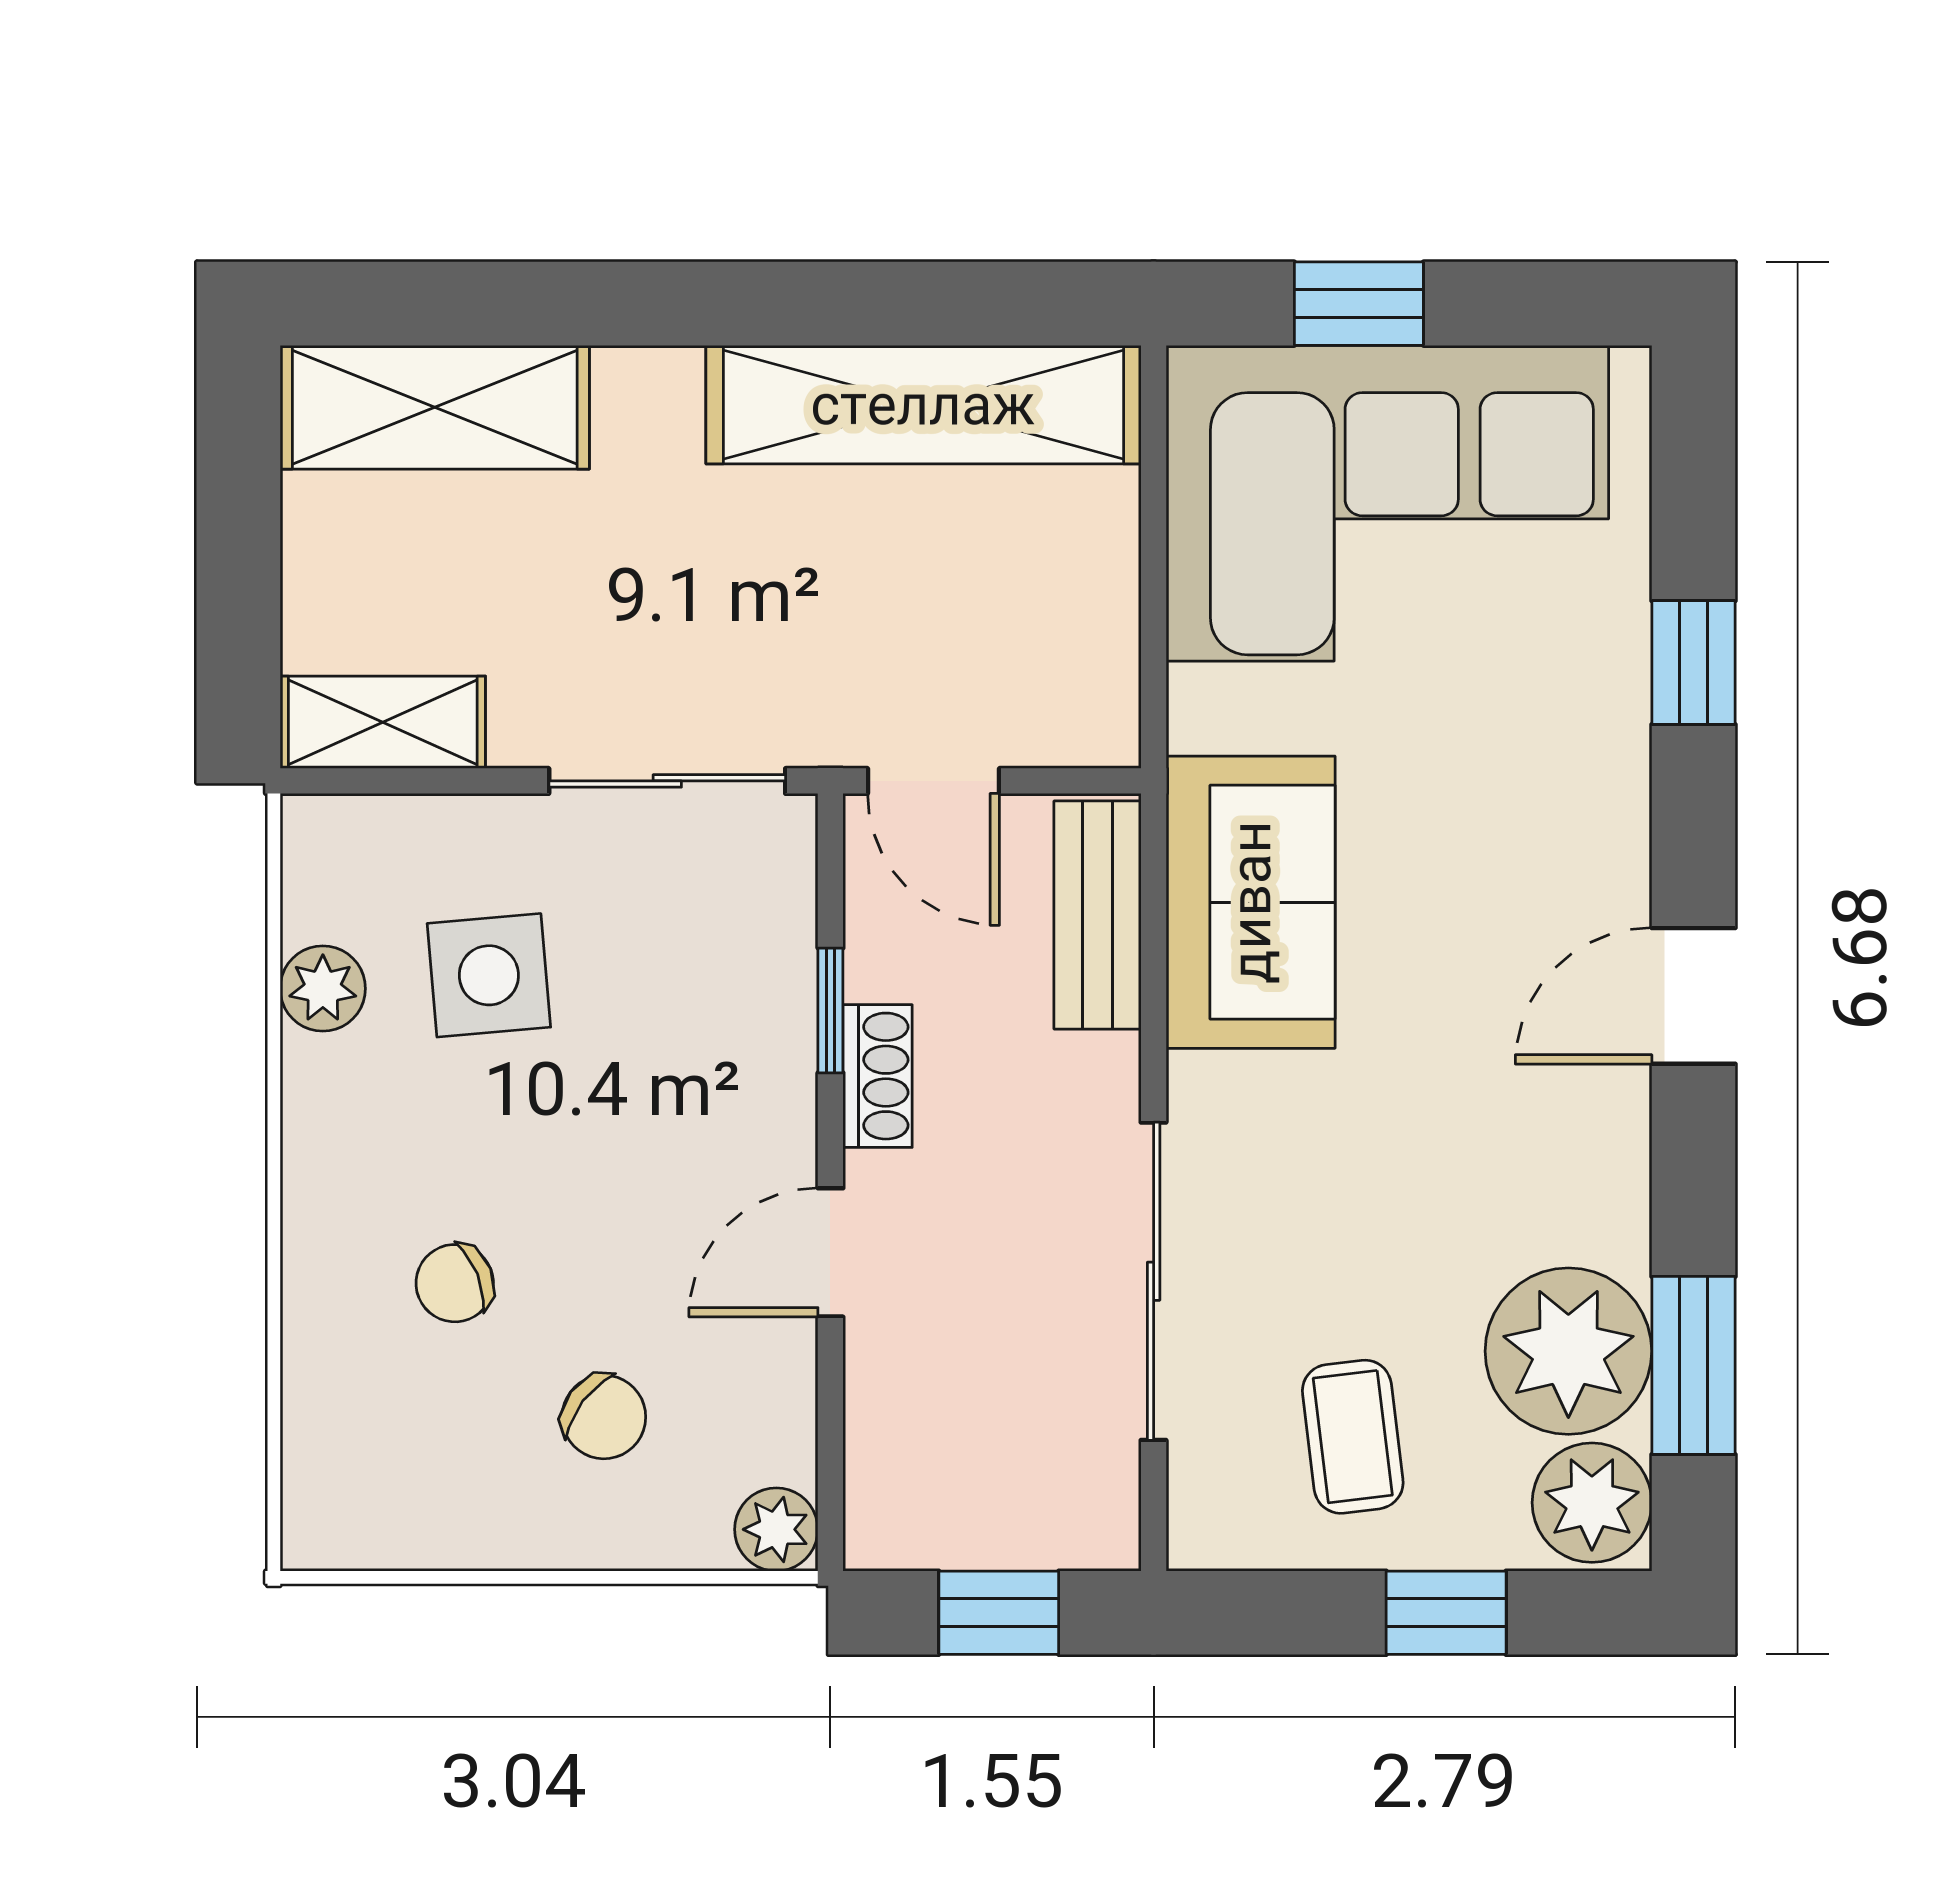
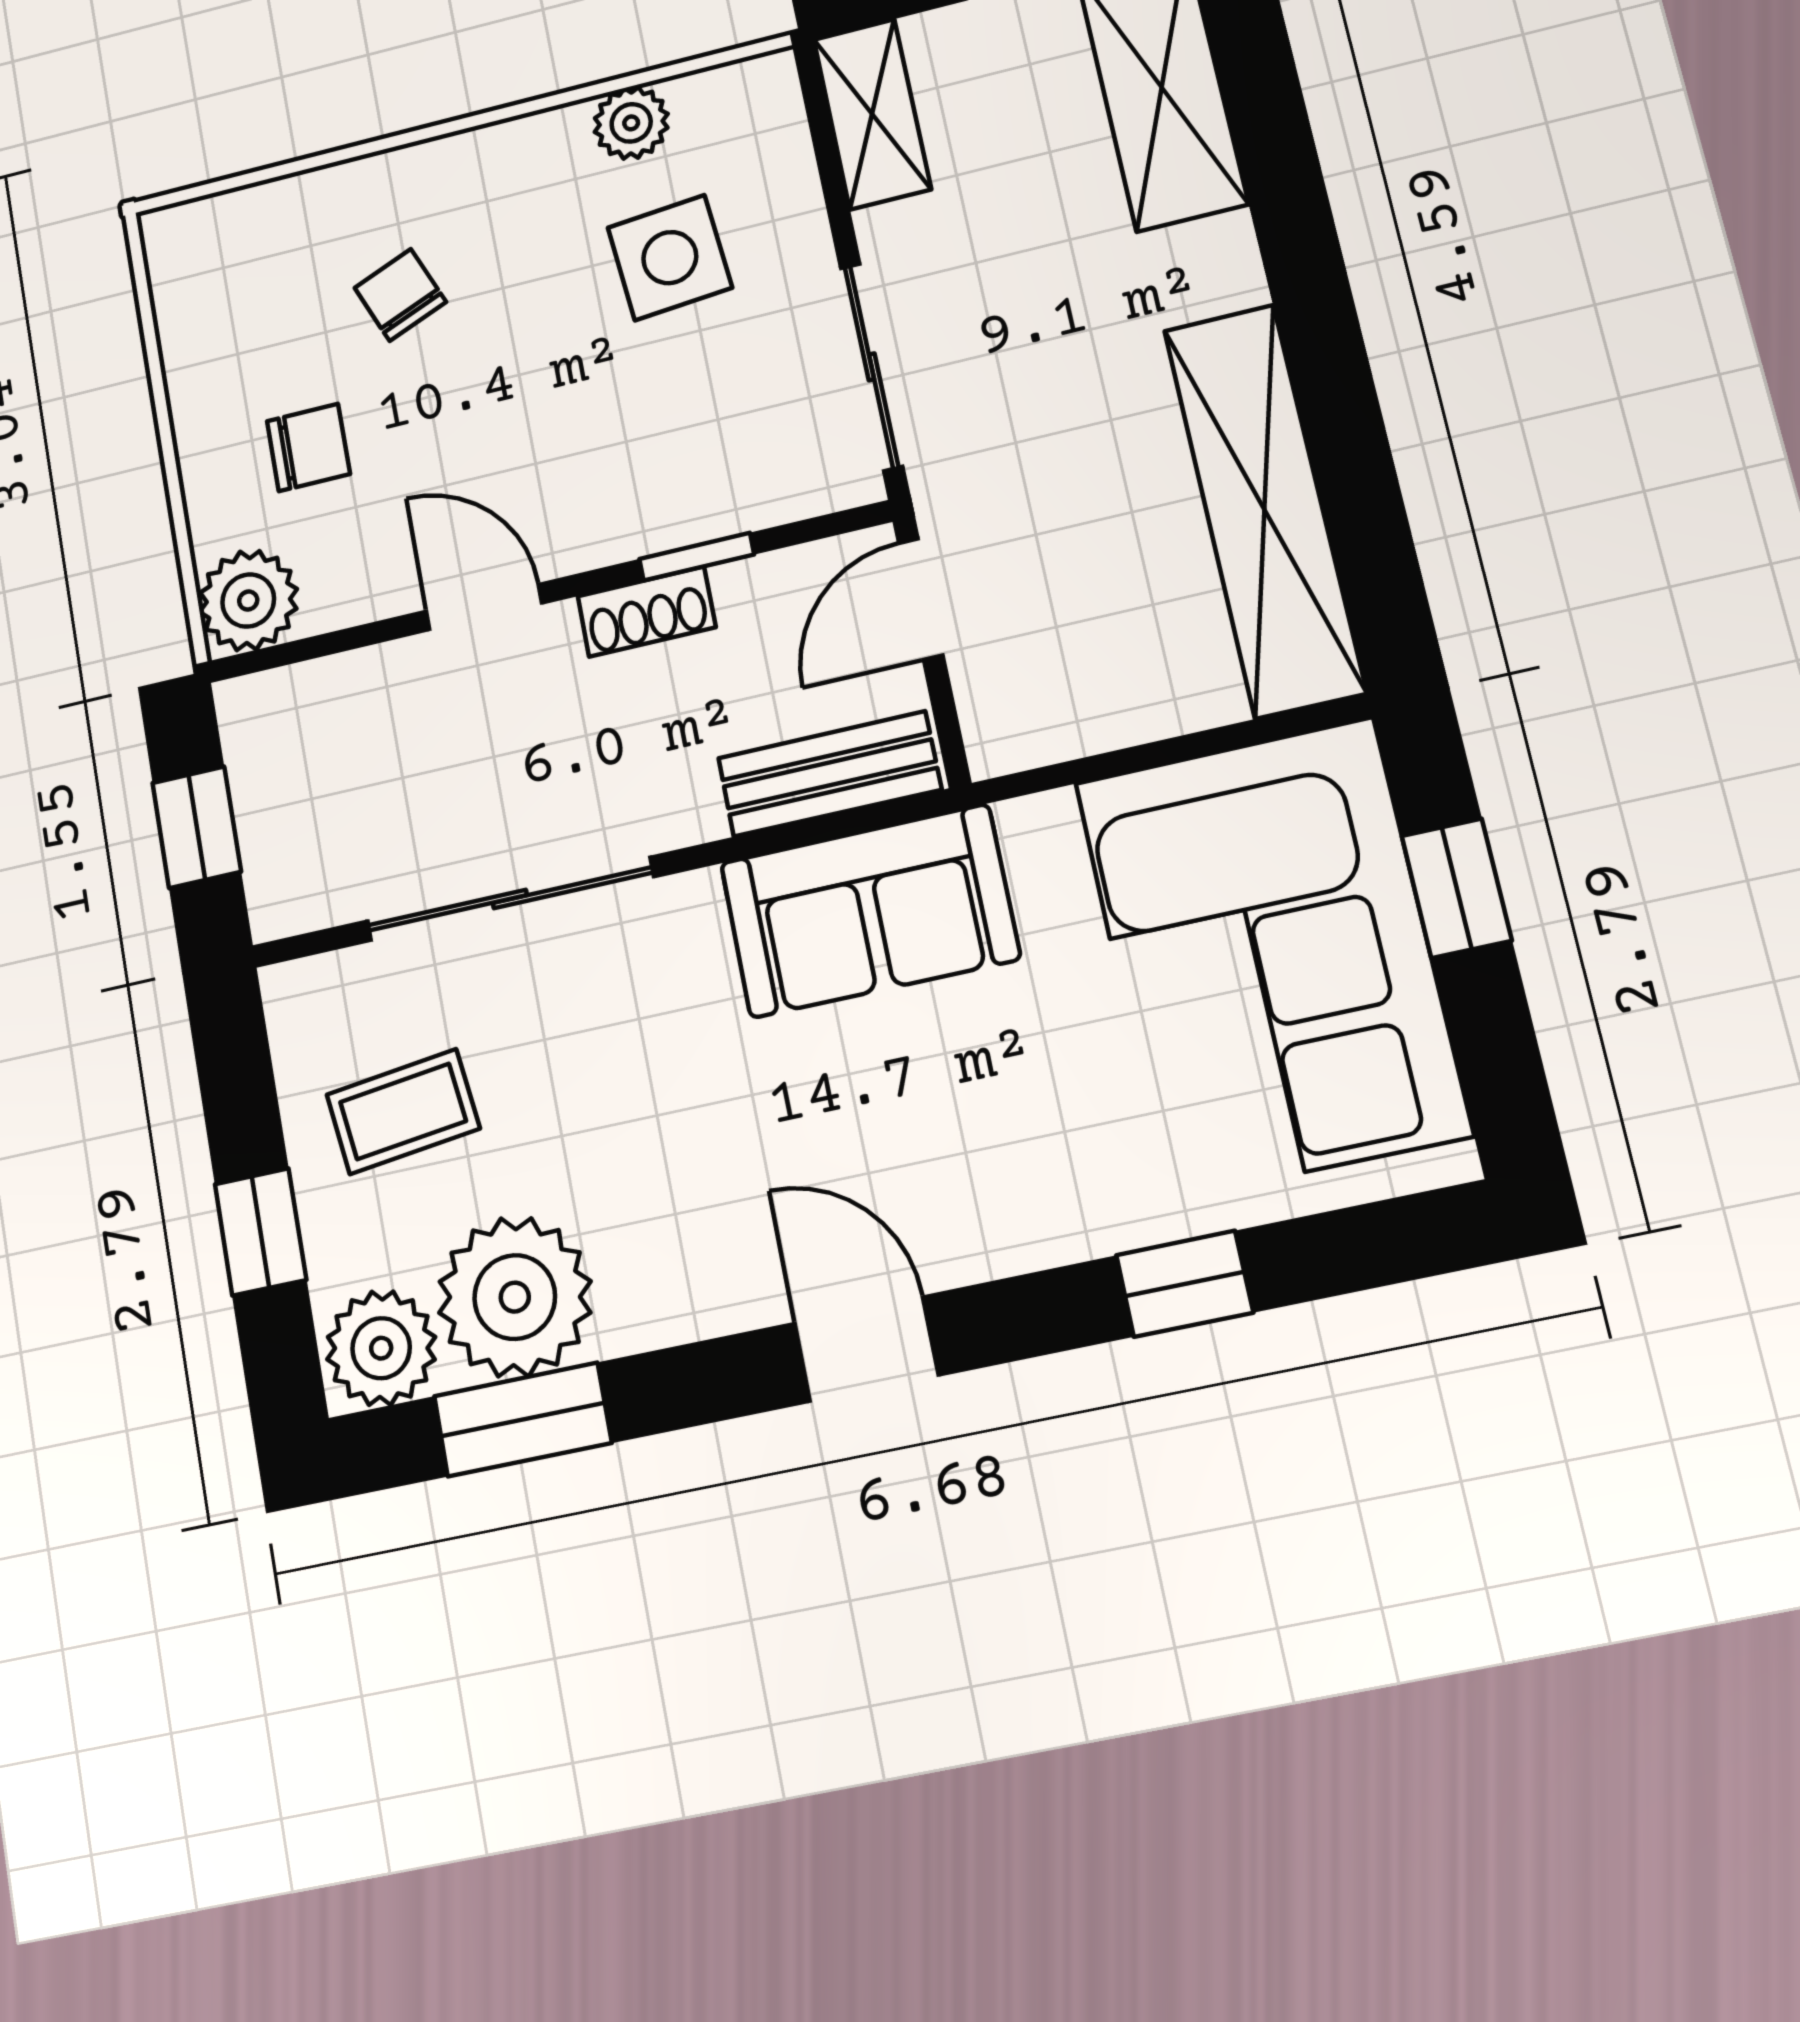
chair: (604, 1417) -> (308, 448), turned -127
plant: (776, 1529) -> (248, 601), width x1.38, depth x1.38

